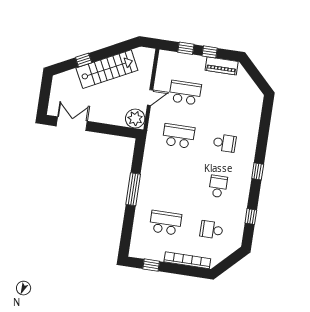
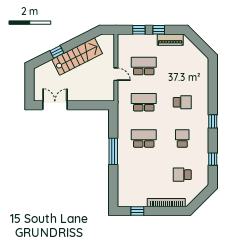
door: (150, 98) -> (116, 74), hinge flipped
plant: (135, 119) -> (106, 93), removed
school desk: (165, 223) -> (144, 138), moved

